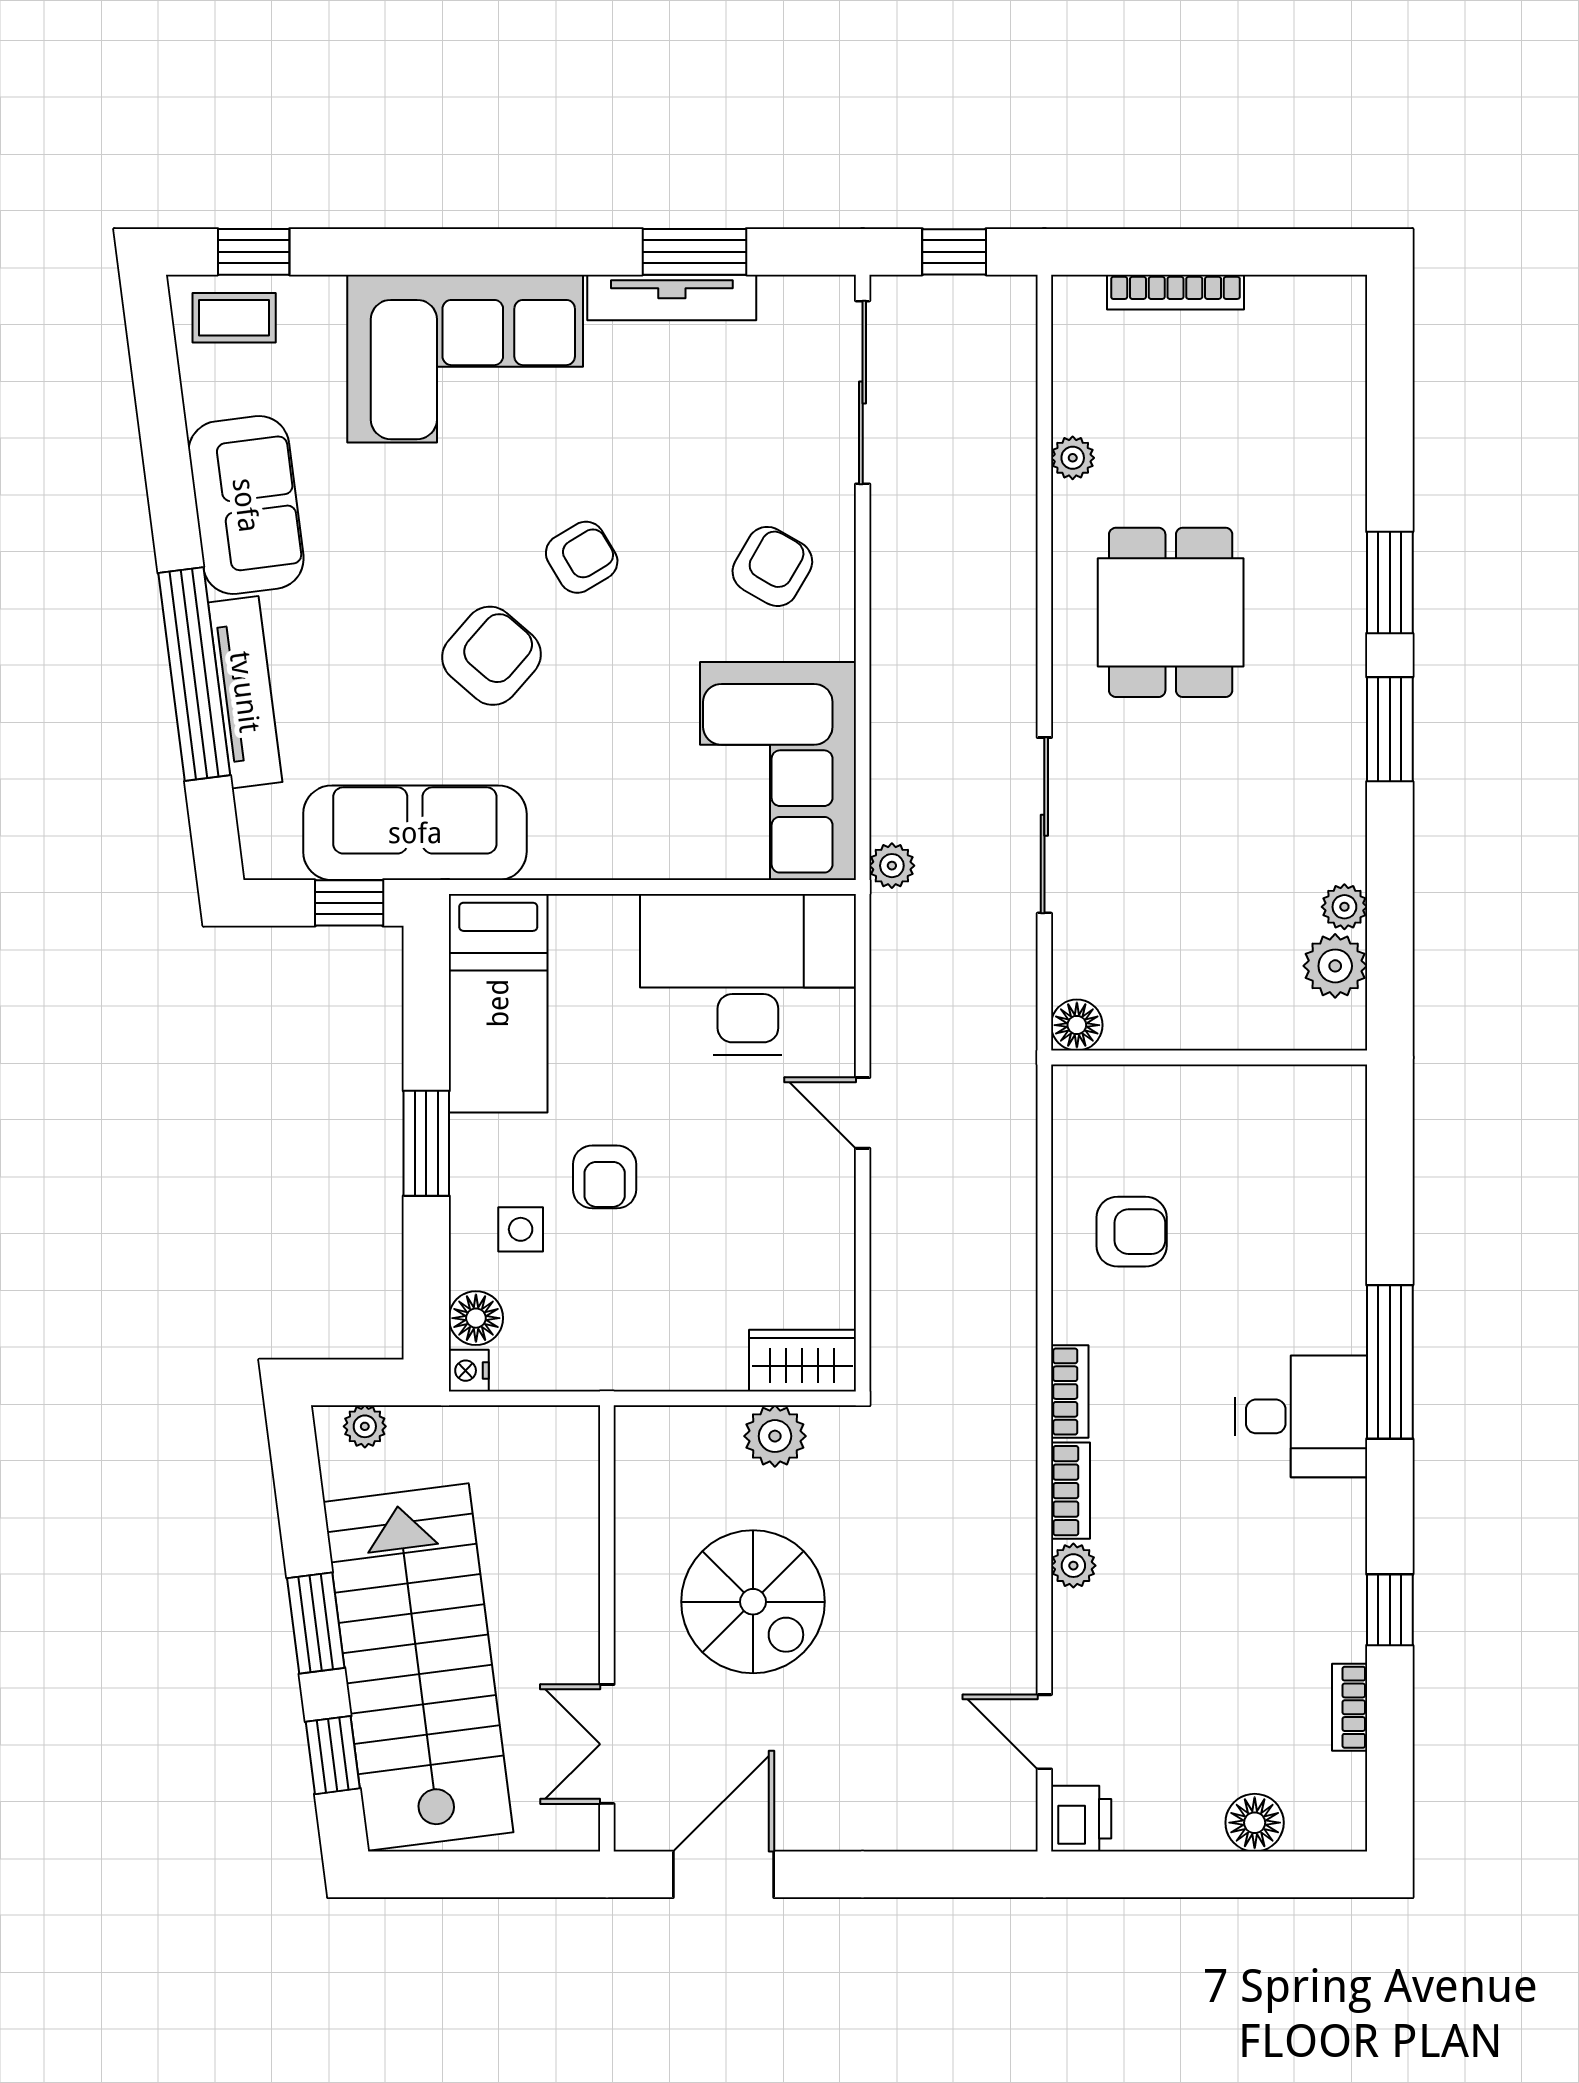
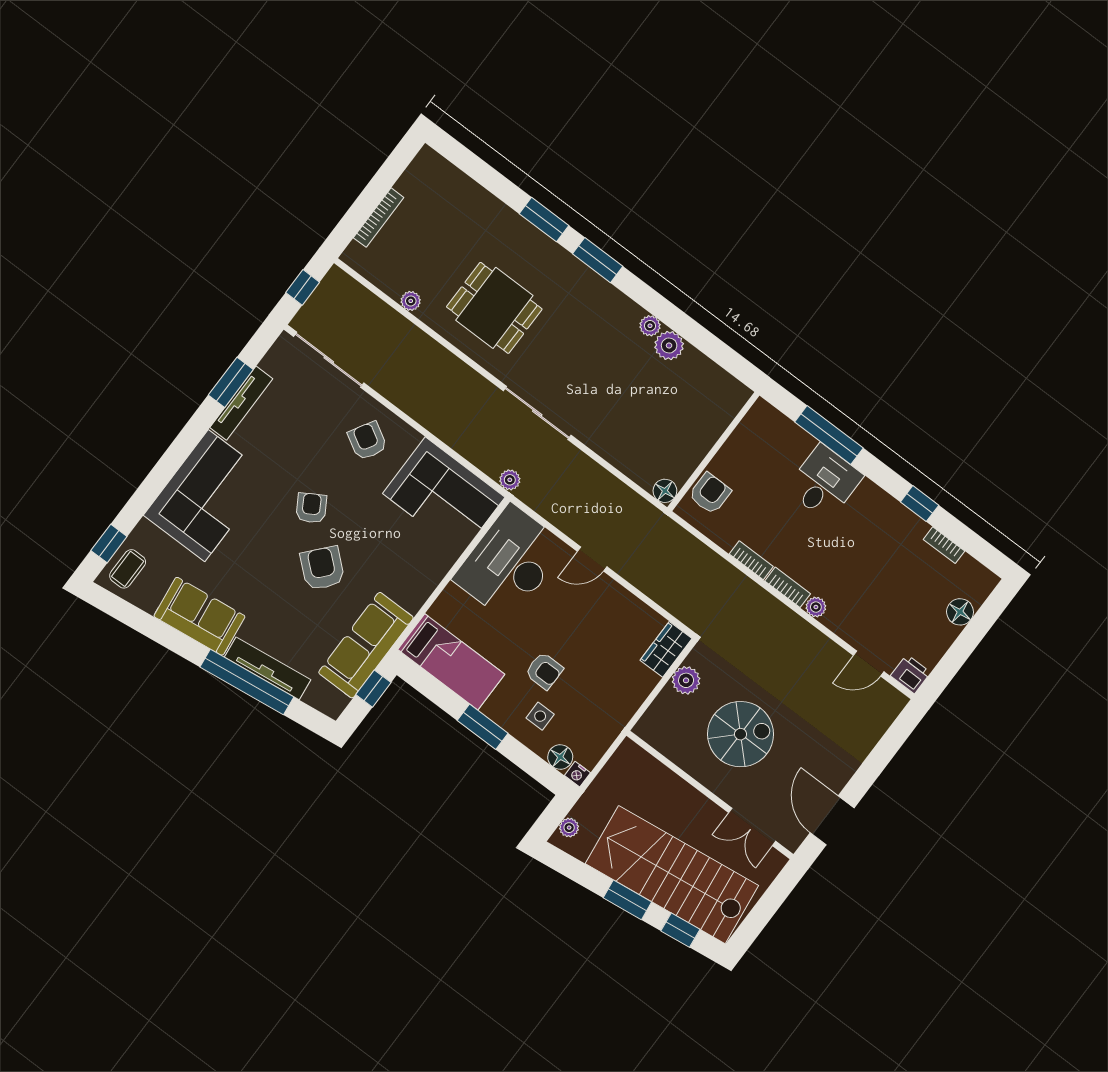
floor lamp: (1077, 1025) -> (665, 491), moved
wall: (1209, 1057) -> (713, 451), moved

